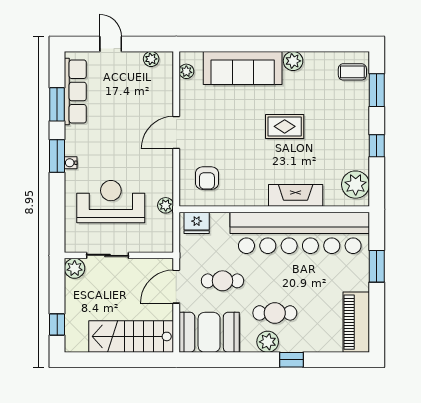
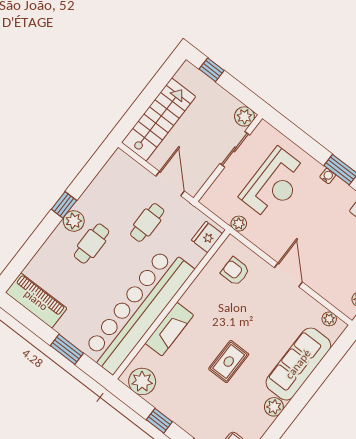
booth: (209, 332) -> (116, 182), removed
window: (291, 360) -> (64, 205), moved

